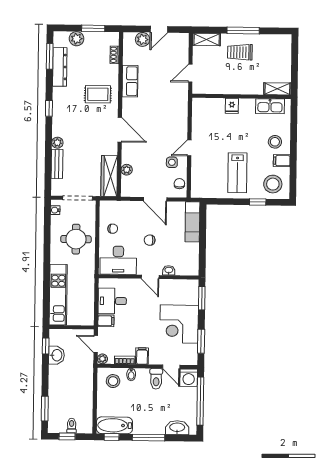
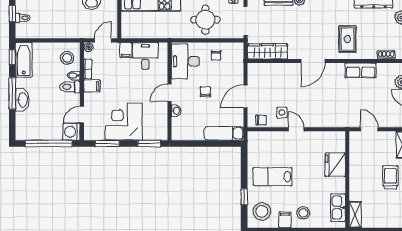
fridge: (232, 106) -> (335, 165), width x1.88, depth x1.34
plant: (127, 170) -> (274, 68), removed
toilet: (156, 379) -> (70, 87), moved
washbasin: (177, 428) -> (22, 100), moved

